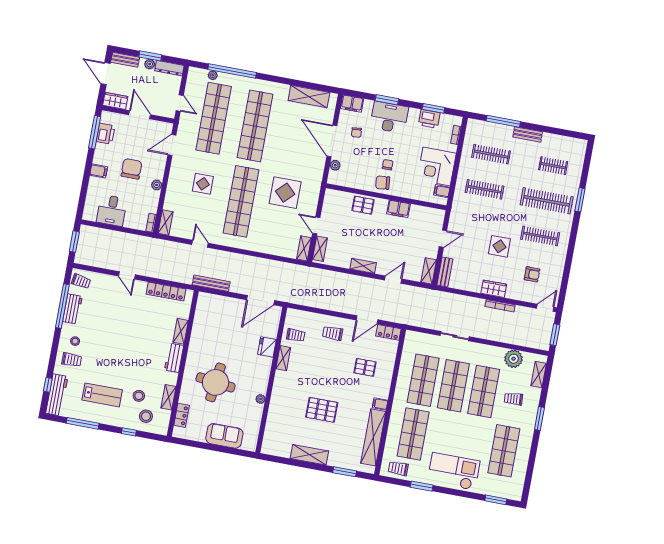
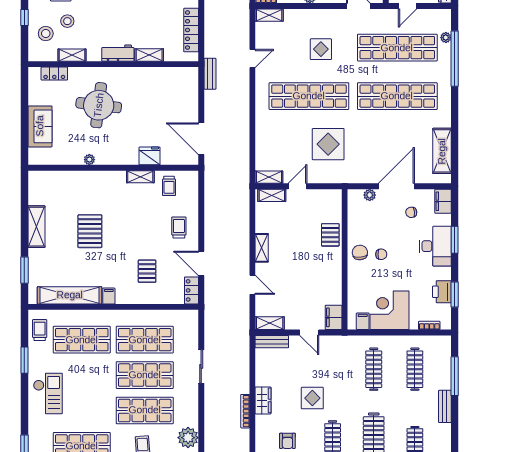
filing cabinet: (398, 209) -> (334, 317), moved
bench: (211, 283) -> (210, 74), width x0.73
checkout: (454, 471) -> (48, 393), width x0.73, depth x0.83

